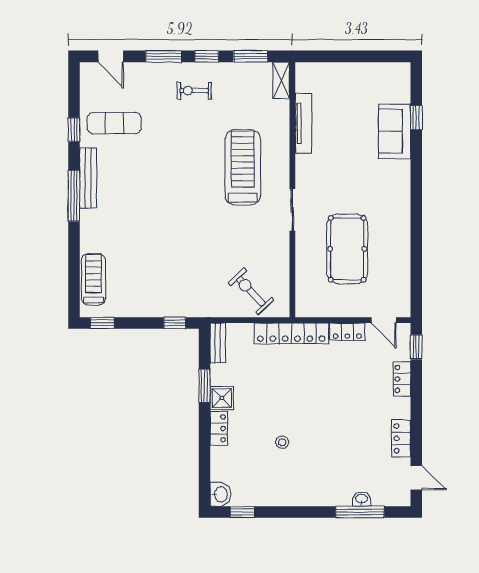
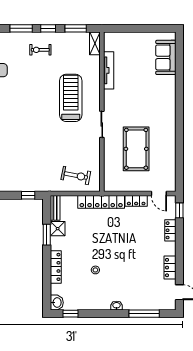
window: (416, 118) -> (179, 67), removed
sofa: (395, 131) -> (166, 57), moved
exercise bike: (251, 291) -> (76, 175), turned 144
shower: (222, 398) -> (58, 229), moved
locker: (219, 428) -> (56, 267), width x1.53
washbasin: (362, 499) -> (116, 306), moved

